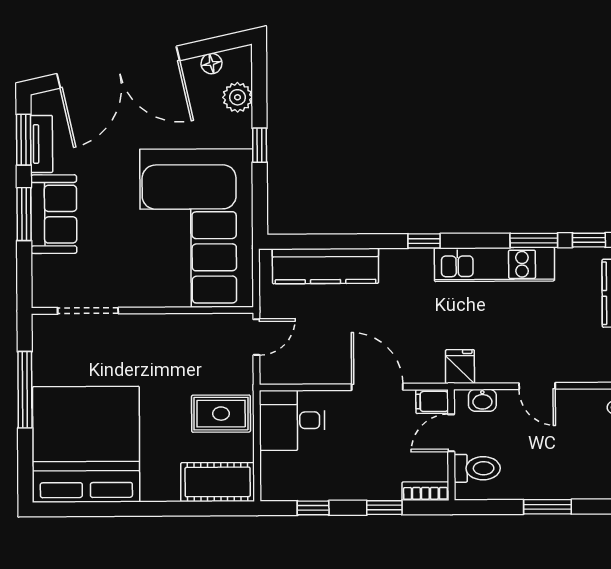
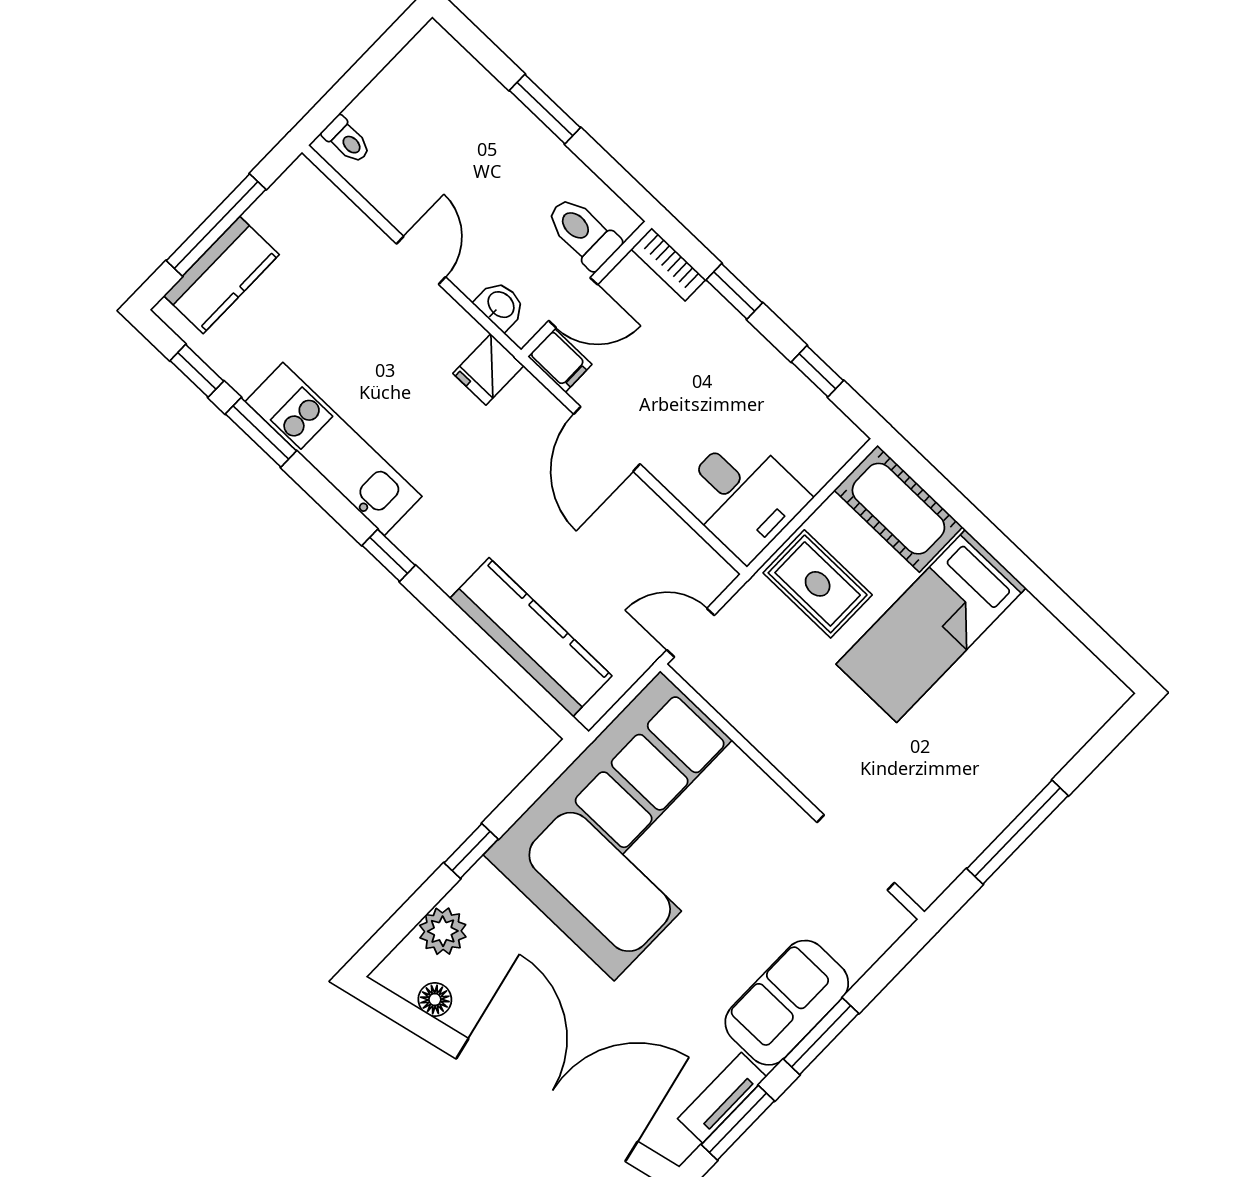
bed: (86, 444) -> (931, 626), moved, width x0.49

